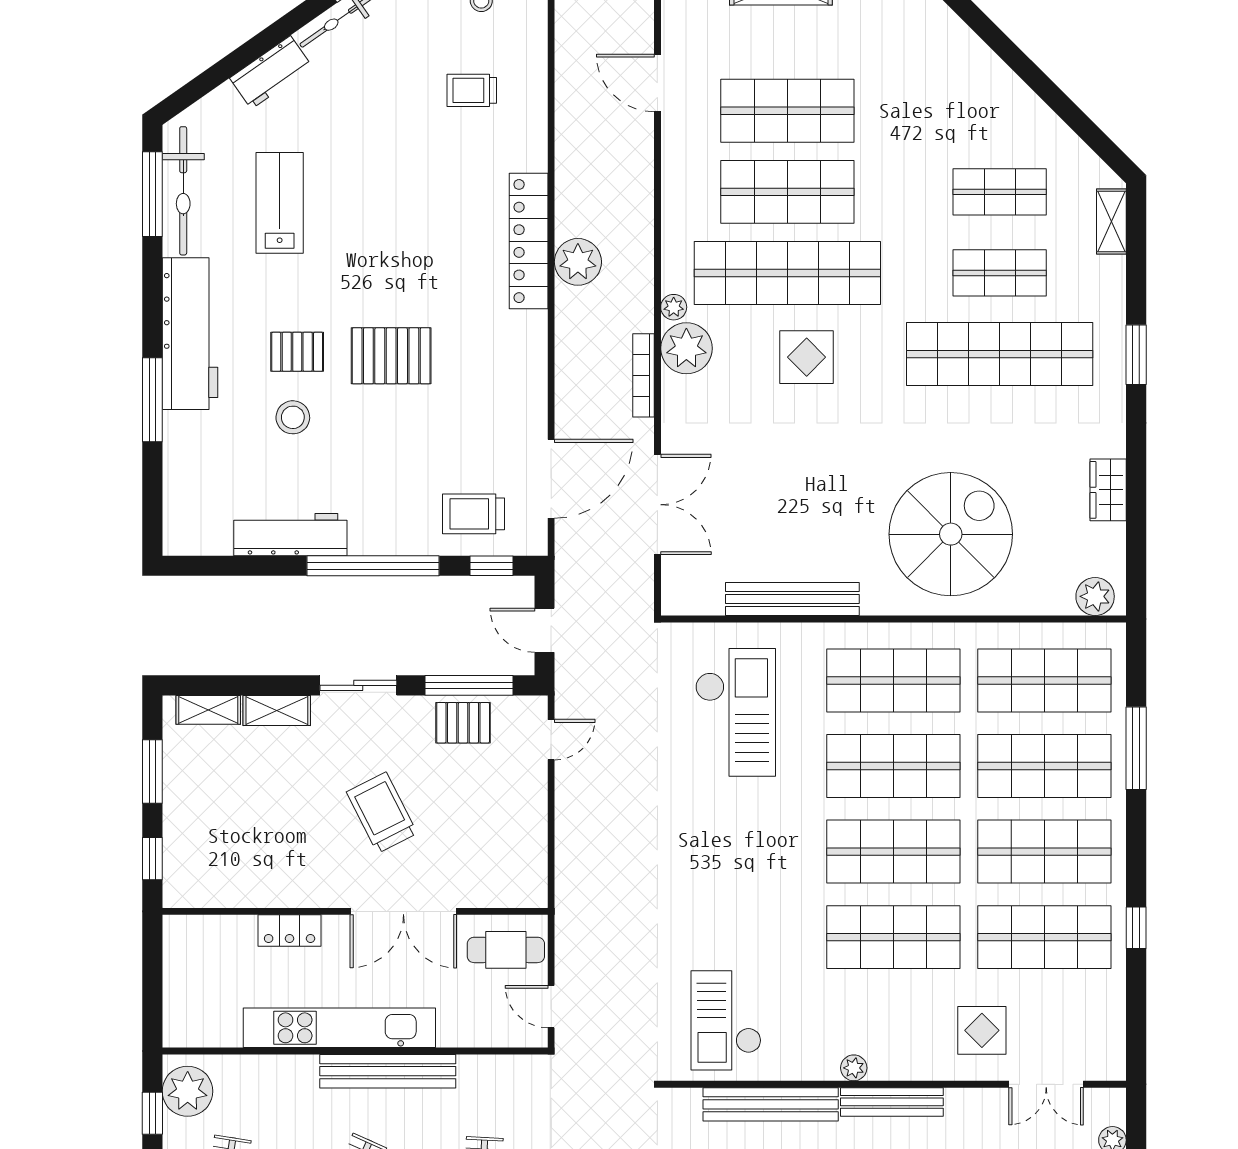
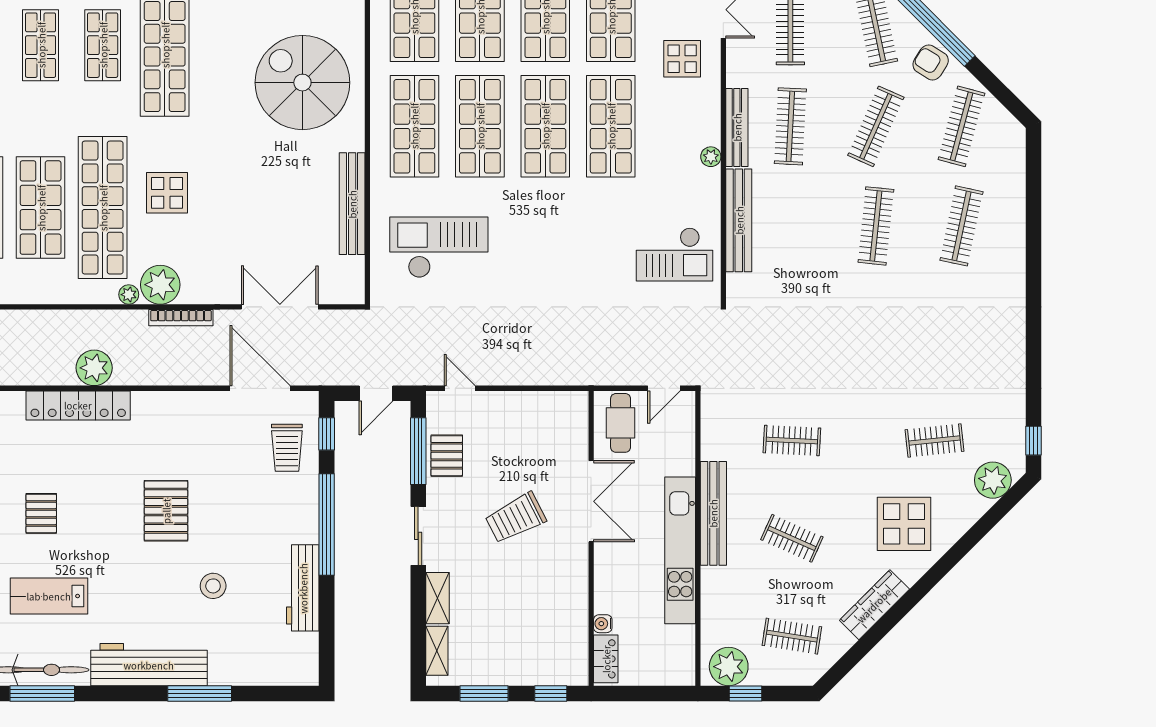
pallet: (297, 352) -> (41, 513), moved
water cooler: (244, 927) -> (603, 624), added
locker: (290, 931) -> (606, 659), moved

